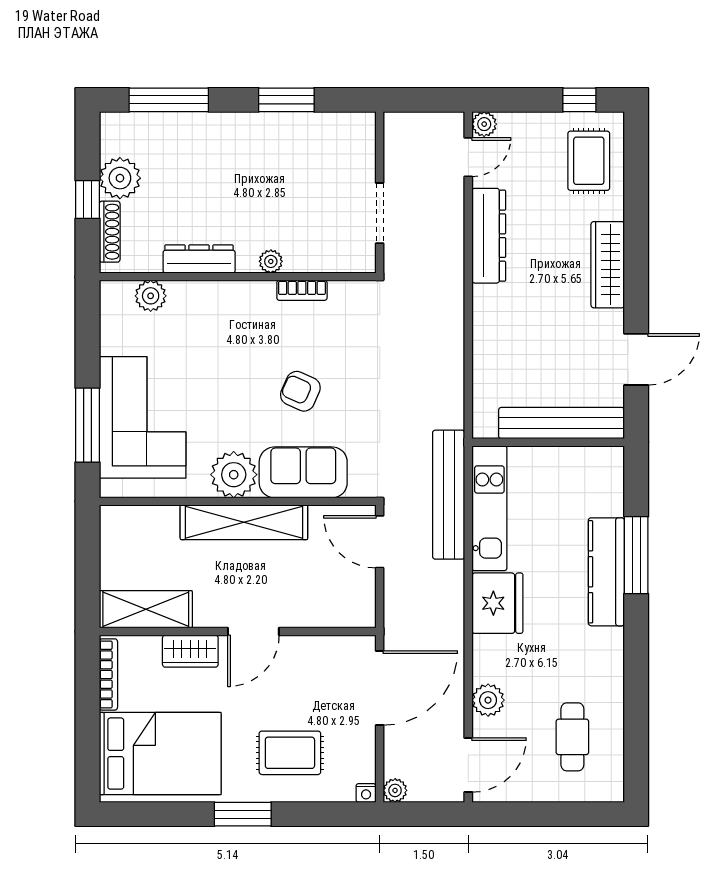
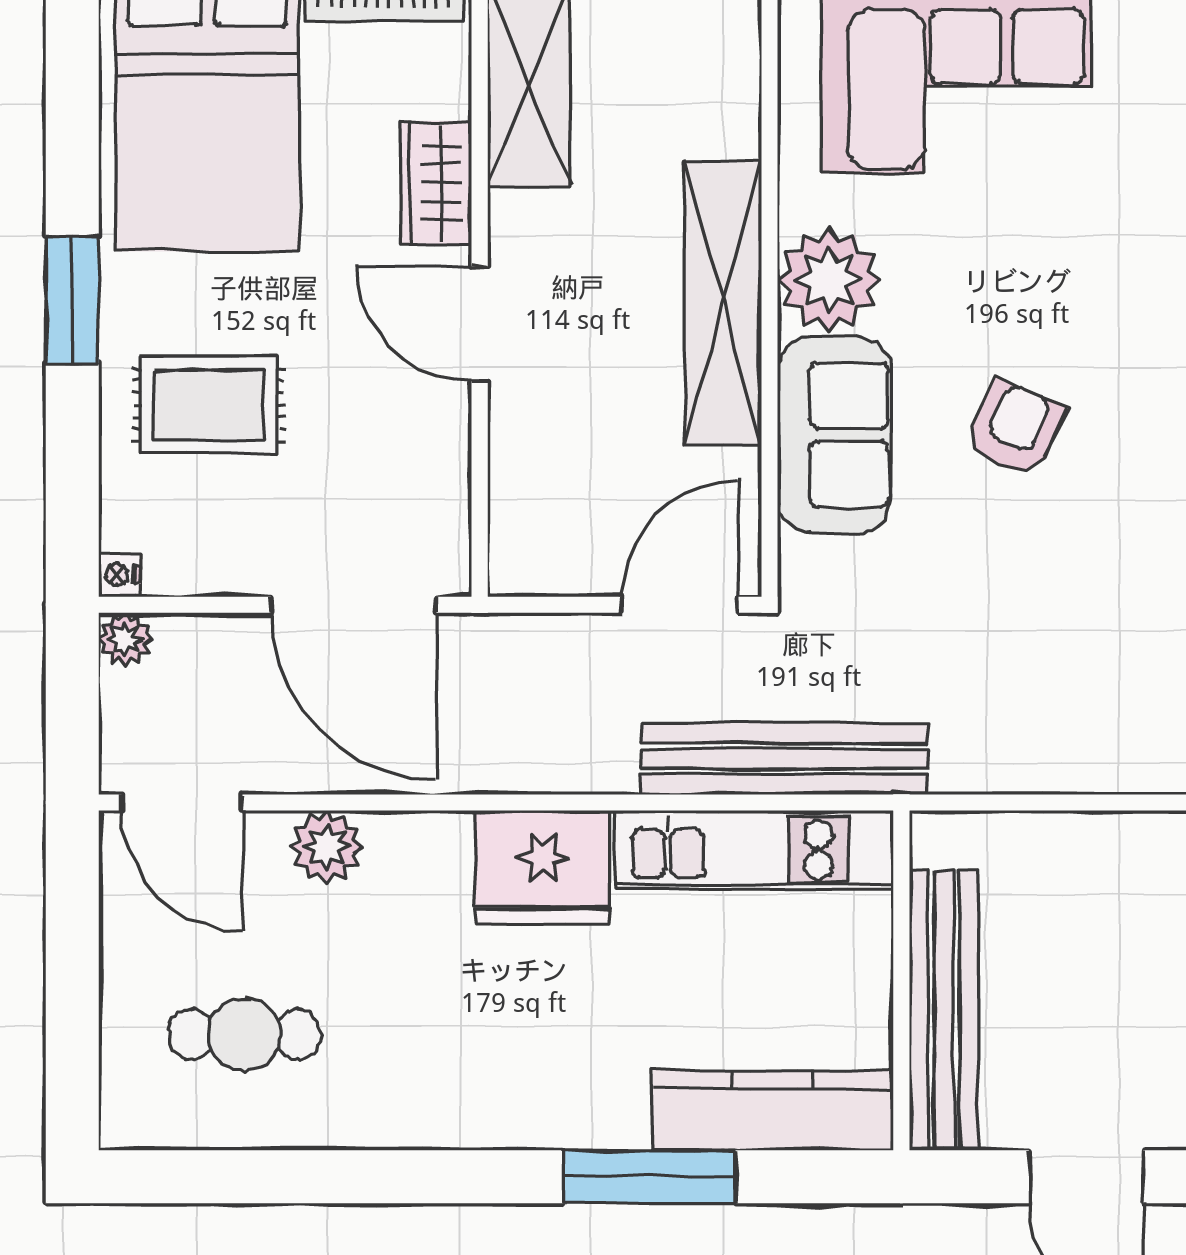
kitchen counter: (606, 572) -> (773, 1110), moved
rug: (290, 753) -> (209, 405), turned 90

